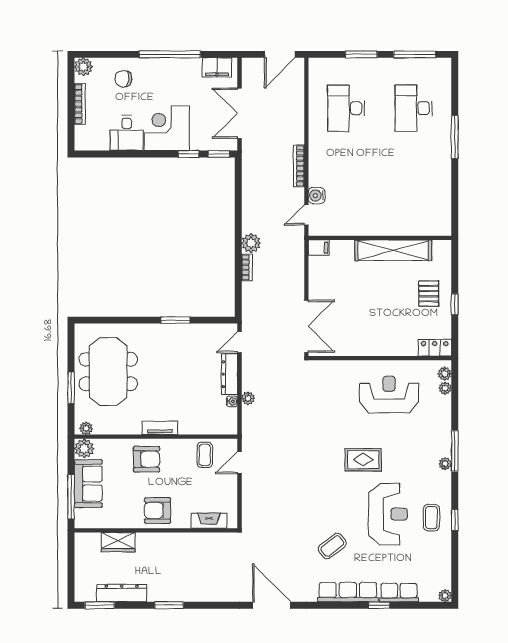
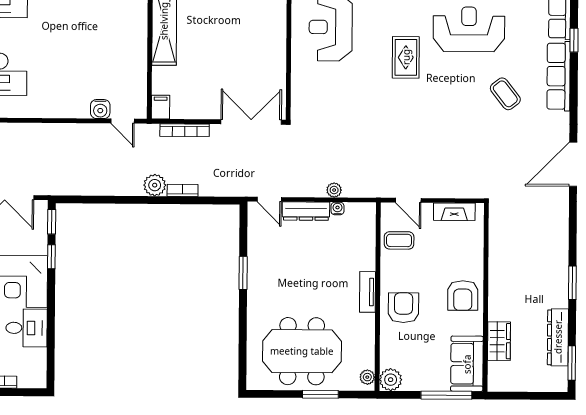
bookcase: (299, 166) -> (185, 130), moved
sofa: (88, 484) -> (467, 364), moved, turned -90
fireplace: (209, 521) -> (454, 212), moved, turned -90

